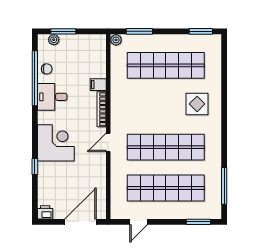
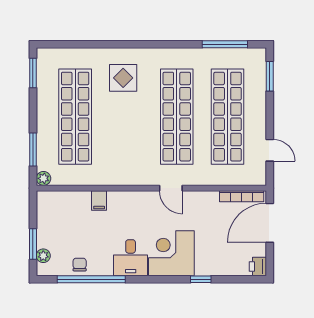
desk: (52, 97) -> (131, 258), moved
bookcase: (102, 109) -> (242, 196), moved
door: (80, 222) -> (270, 223), hinge flipped

